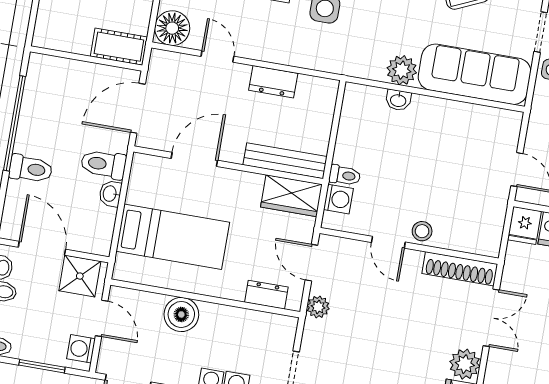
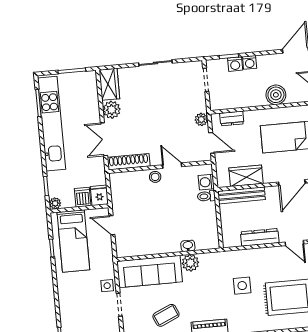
dresser: (273, 82) -> (260, 237), width x1.44
wardrobe: (291, 196) -> (246, 176), moved

